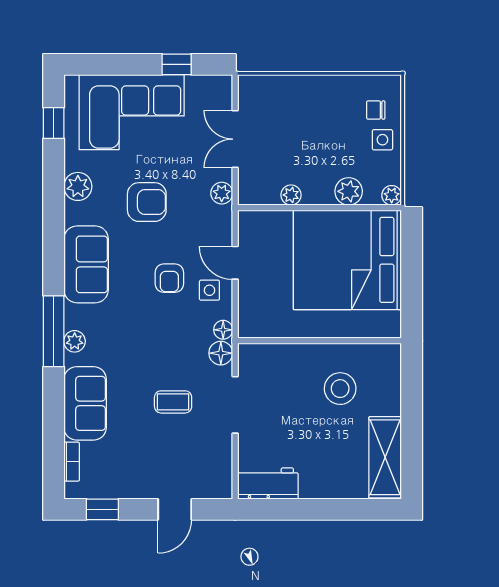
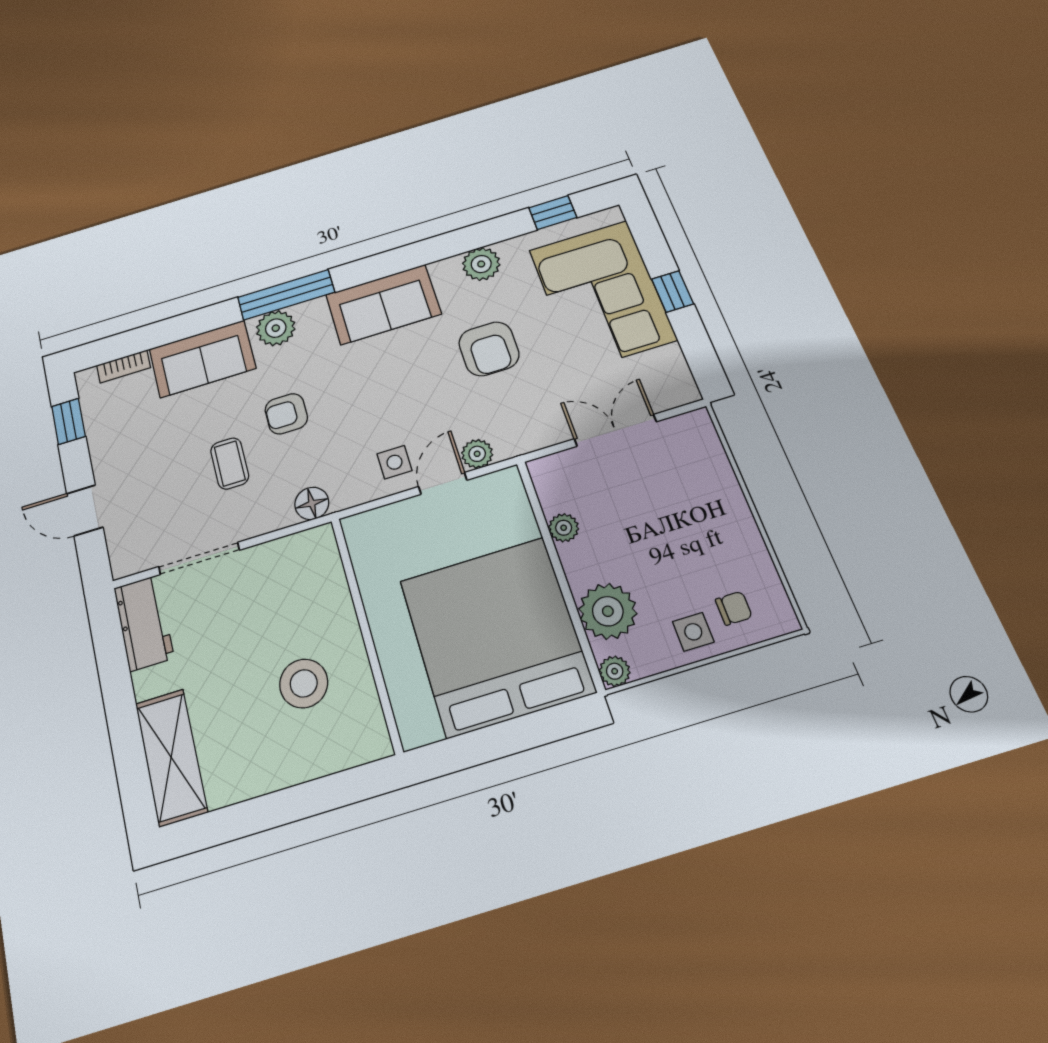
window: (177, 64) -> (672, 291), moved
chair: (376, 110) -> (734, 608), turned 90
plant: (349, 191) -> (608, 611), width x1.36, depth x1.36
plant: (222, 193) -> (477, 454), moved
armchair: (169, 278) -> (286, 414), moved
floor lamp: (223, 330) -> (345, 497), removed
plant: (75, 341) -> (276, 328), width x1.38, depth x1.38
doorway: (235, 405) -> (199, 558), moved
shelving: (385, 457) -> (171, 757), moved, turned 90

